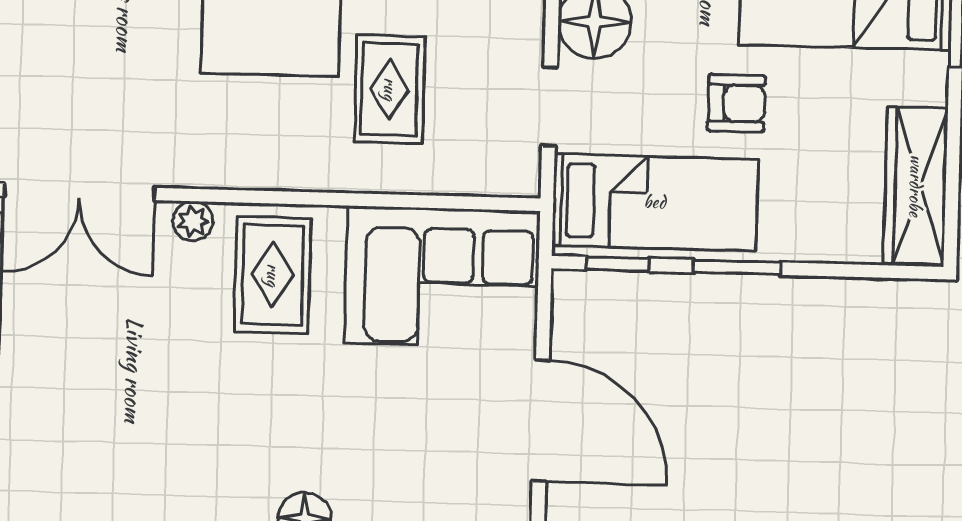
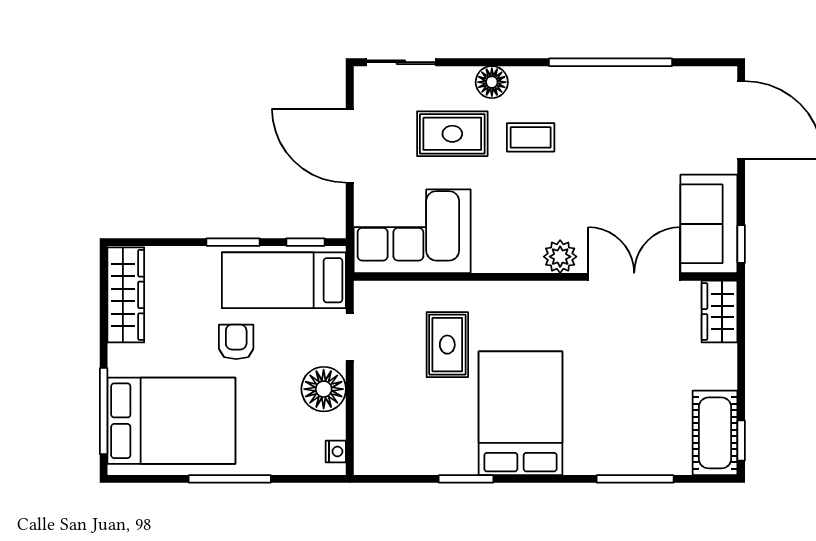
armchair: (736, 103) -> (236, 342), turned 90
plant: (193, 221) -> (560, 257), width x1.38, depth x1.38
rug: (273, 275) -> (452, 134), moved, turned 90
coffee table: (243, 426) -> (531, 137), added

